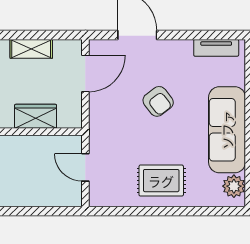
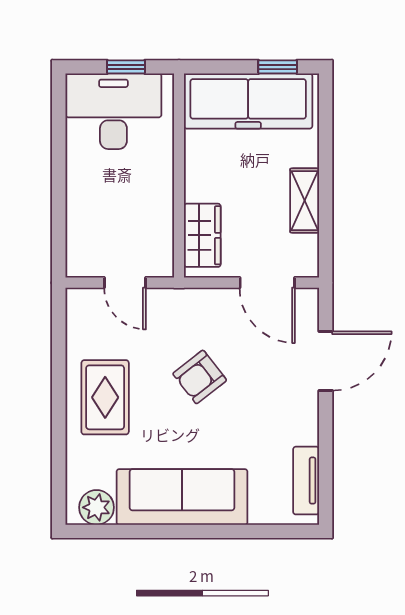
armchair: (158, 101) -> (200, 377), moved
wardrobe: (36, 116) -> (202, 235), moved
door: (85, 167) -> (125, 283), swing flipped

